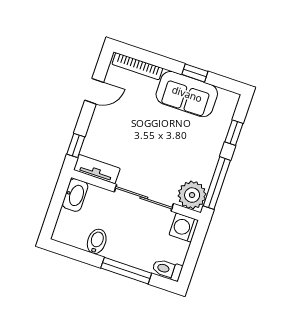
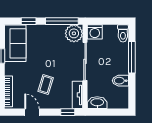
sofa: (187, 94) -> (15, 43), moved
coffee table: (129, 126) -> (46, 85), added

